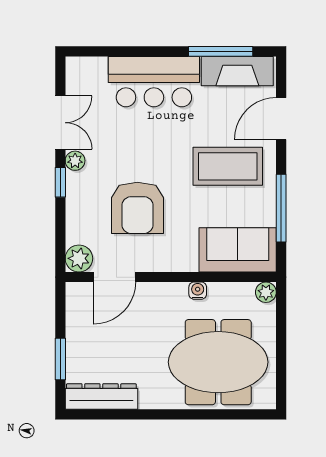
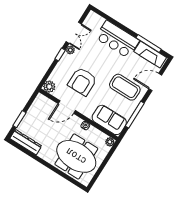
door: (114, 277) -> (67, 107), moved

